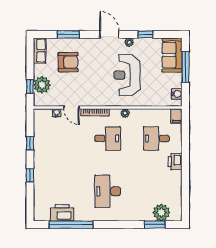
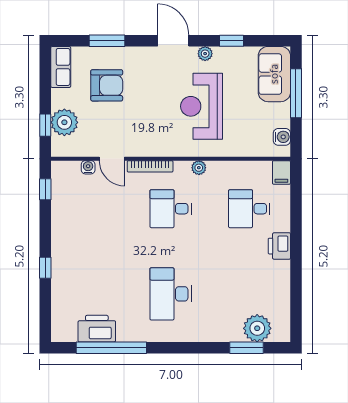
desk: (108, 138) -> (171, 209), turned 180
window: (30, 143) -> (45, 189), moved

